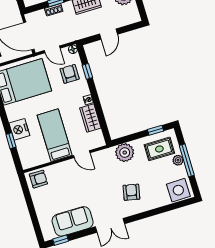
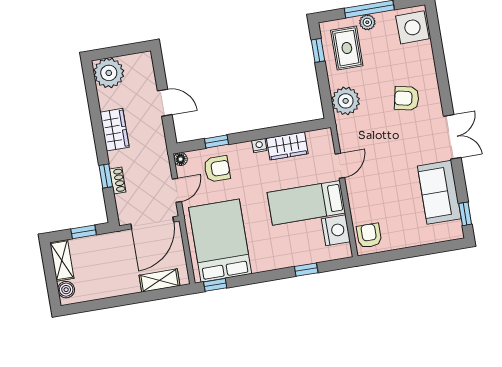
armchair: (70, 74) -> (217, 169), turned 180
nightstand: (19, 129) -> (336, 230), moved, turned -90

